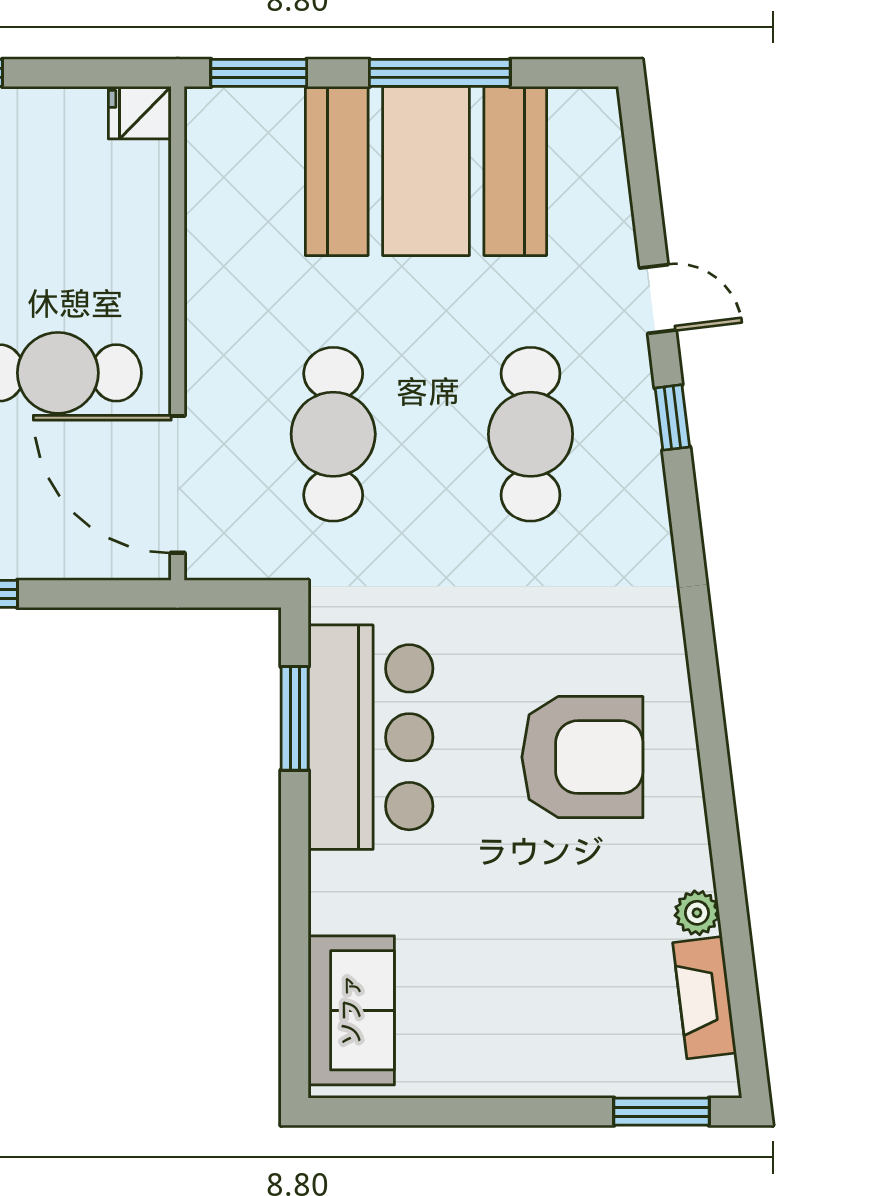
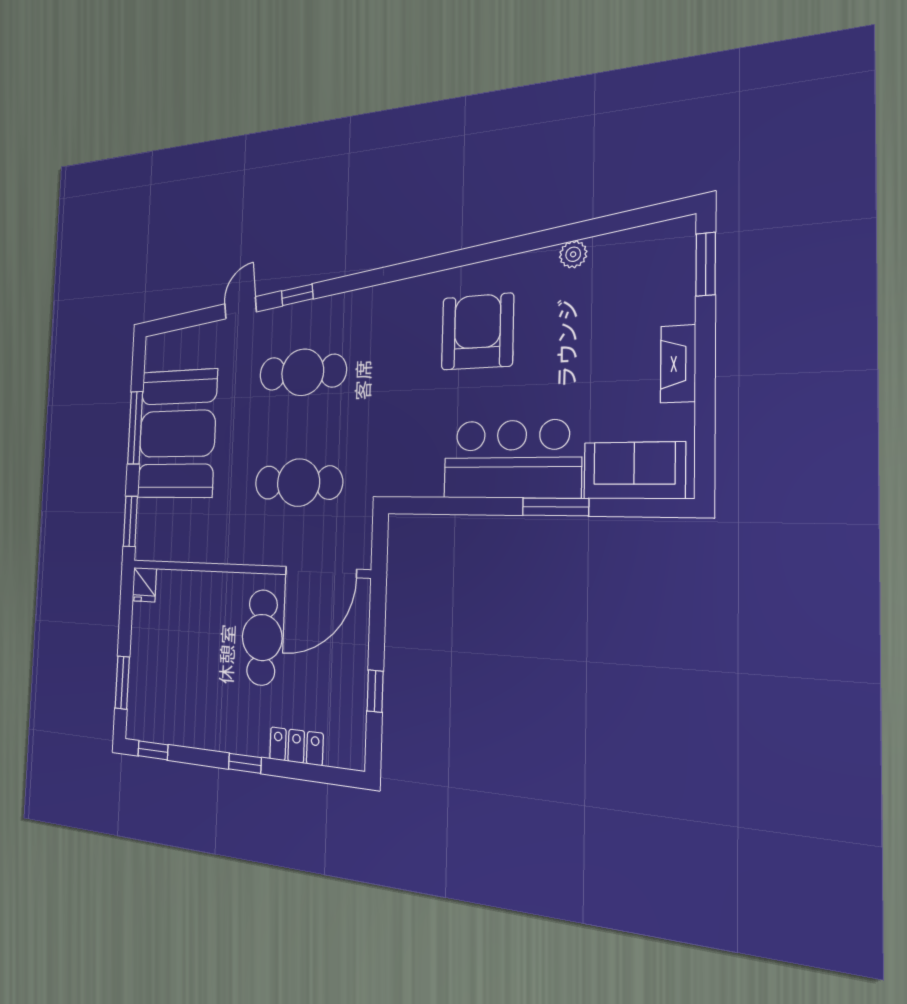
window: (295, 718) -> (555, 507), moved
bar counter: (371, 737) -> (511, 459), moved
fireplace: (705, 998) -> (678, 364), moved, turned 97

